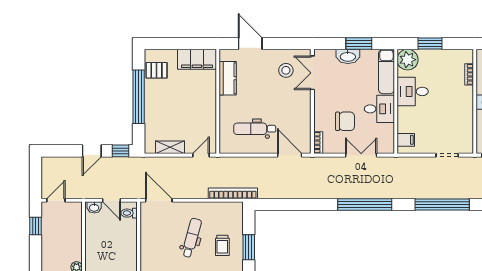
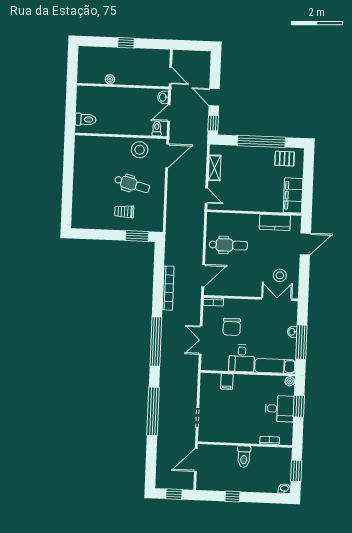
window: (359, 44) -> (301, 342), width x1.44
washbasin: (348, 56) -> (292, 332), width x0.52, depth x0.69
plant: (408, 60) -> (290, 381), width x0.53, depth x0.53
pallet: (157, 70) -> (285, 159), turned 90
desk: (413, 91) -> (280, 409), moved, turned 90
dental chair: (255, 129) -> (228, 245), turned 90
filing cabinet: (406, 140) -> (227, 382), moved
double door: (361, 155) -> (201, 340), swing flipped
bookcase: (233, 193) -> (168, 288), moved
door: (56, 200) -> (170, 75), moved
window: (36, 226) -> (126, 43), moved
stool: (153, 231) -> (140, 150), added
window: (249, 247) -> (137, 236), moved

